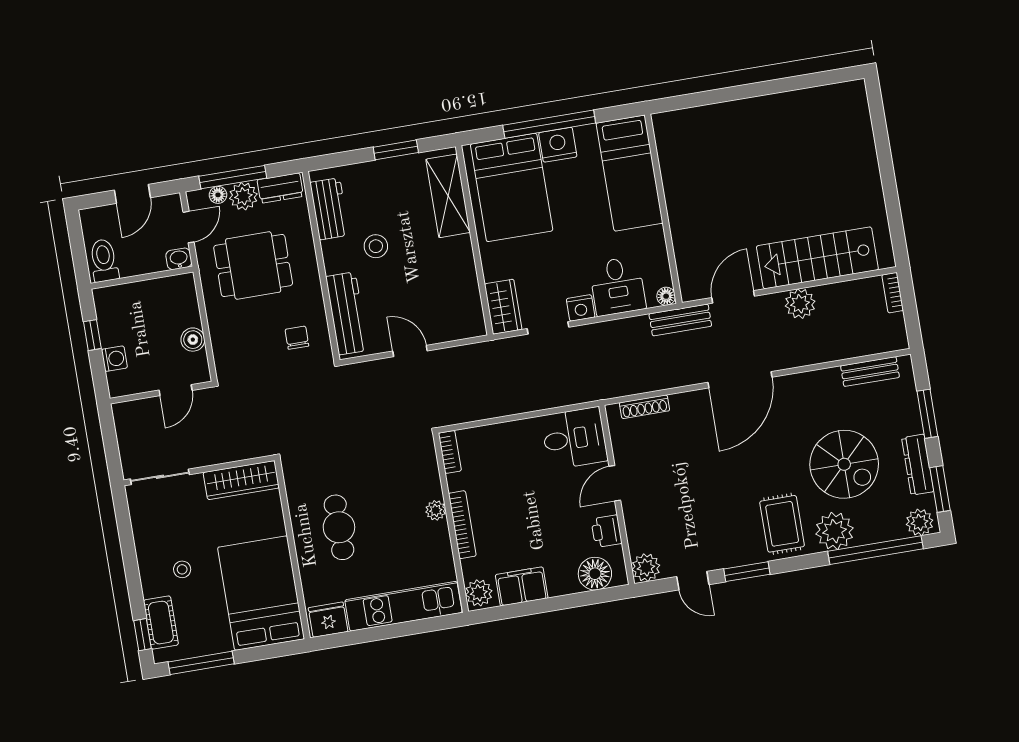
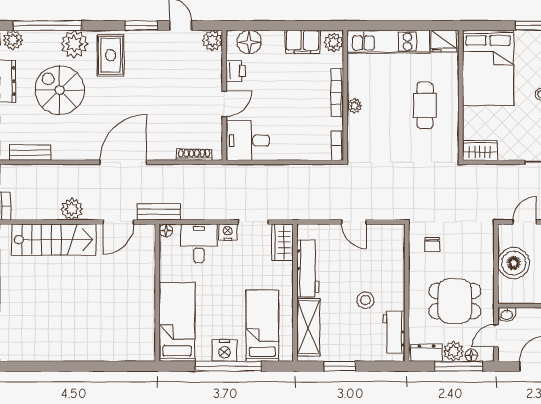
bed: (512, 187) -> (262, 326), width x0.67
workbench: (347, 313) -> (308, 268), moved, turned 180
boiler: (193, 340) -> (514, 263), width x1.86, depth x1.86
wardrobe: (241, 480) -> (480, 150), width x0.67

